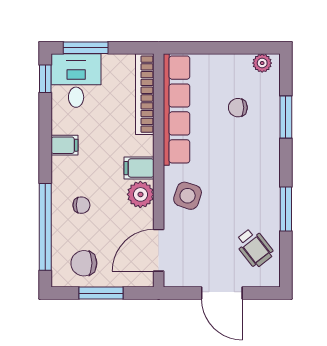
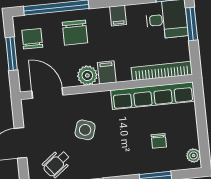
chair: (238, 108) -> (159, 141), turned 180
side table: (188, 196) -> (85, 130), moved
chair: (81, 205) -> (75, 33), width x1.87, depth x1.87

